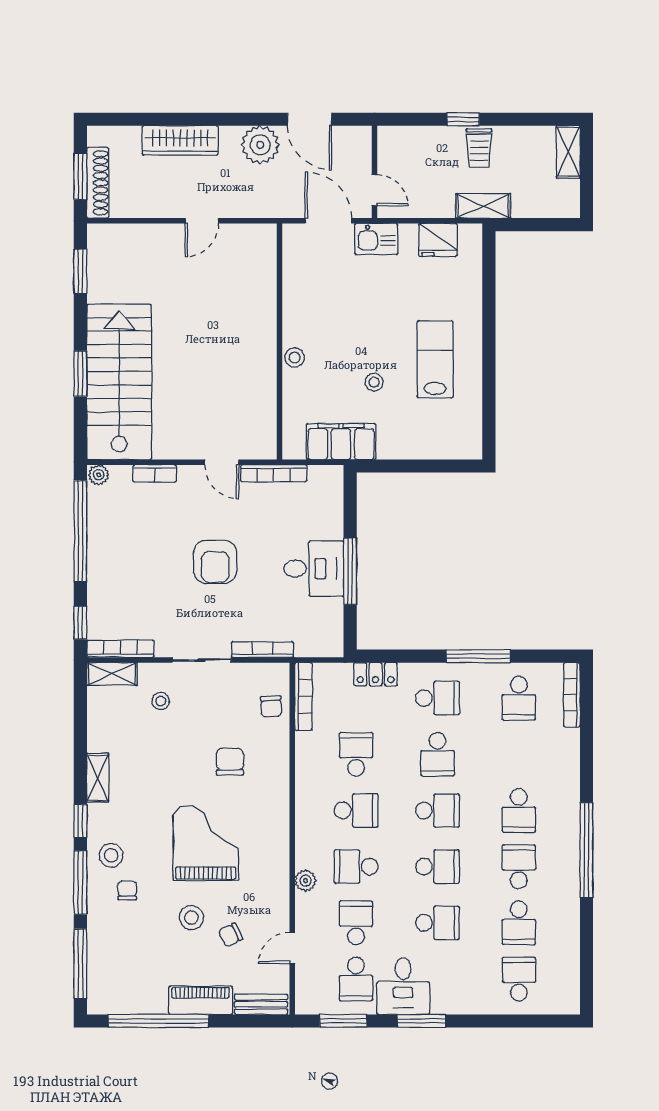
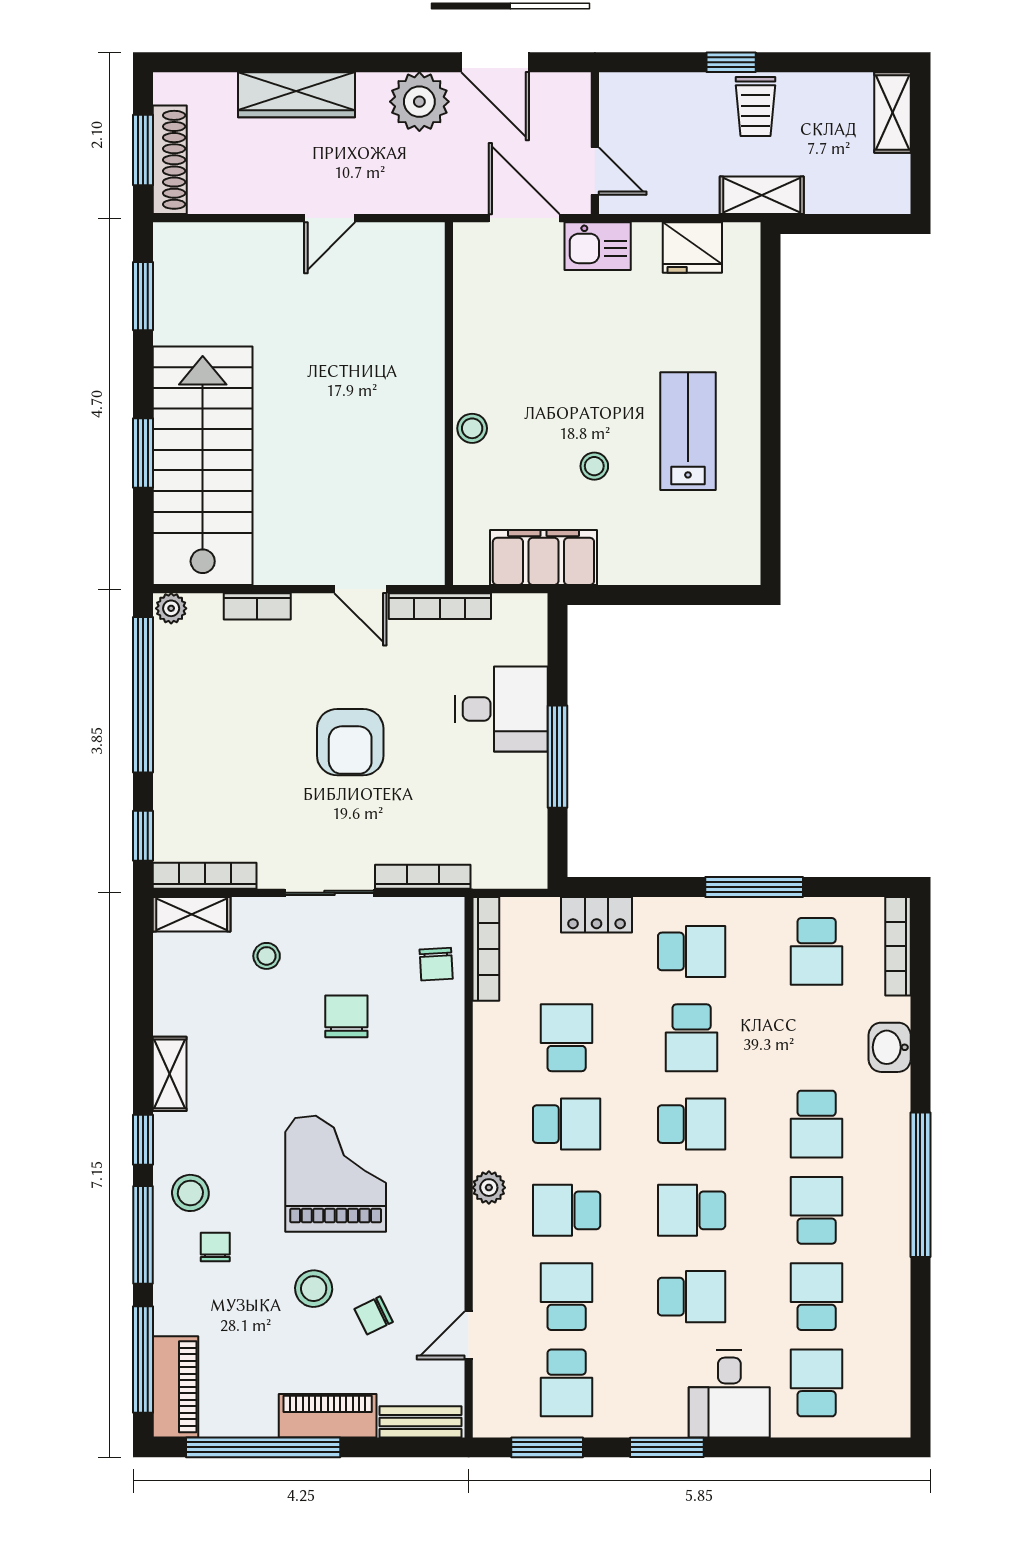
desk: (314, 569) -> (502, 709), moved
washbasin: (566, 761) -> (890, 1047), added
chair: (230, 762) -> (346, 1016), moved
school desk: (437, 867) -> (692, 1210), turned 180
plant: (305, 881) -> (489, 1188), moved
school desk: (519, 923) -> (817, 1297), turned 180
piano: (102, 982) -> (176, 1387), added
desk: (403, 986) -> (729, 1394), moved

